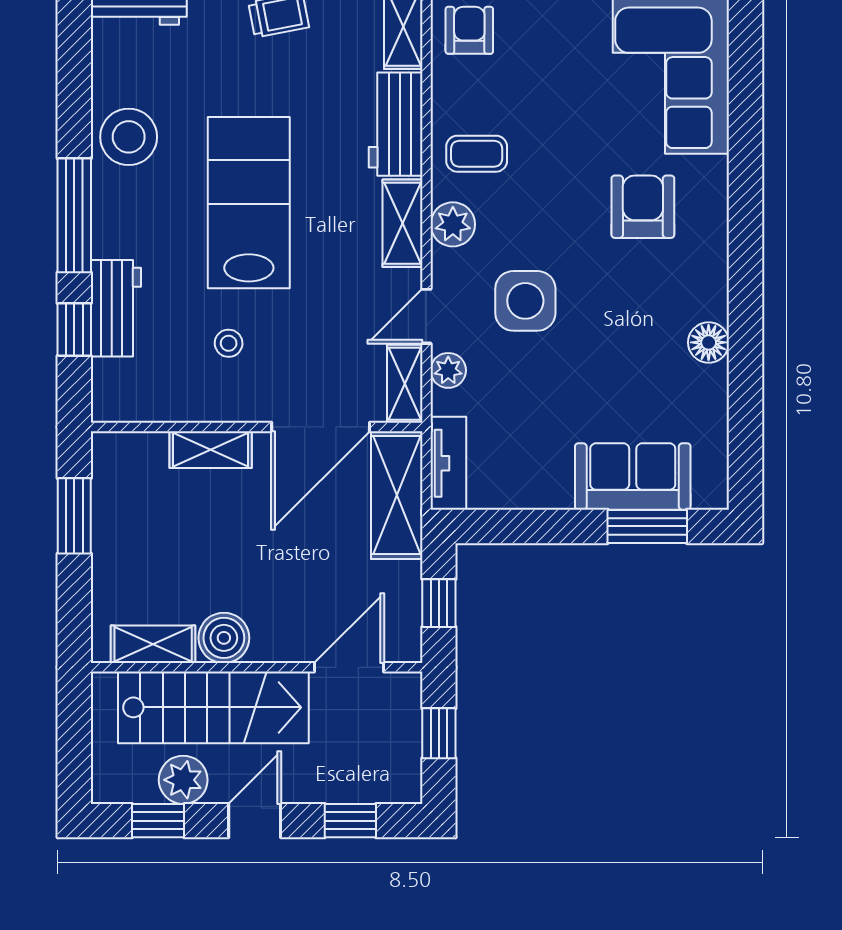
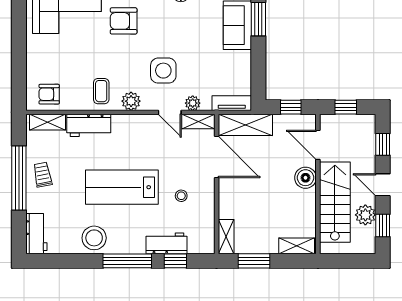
shelving: (403, 223) -> (131, 122), removed
shelving: (211, 450) -> (226, 237), moved
boiler: (224, 638) -> (305, 178), moved
shelving: (153, 644) -> (297, 246), moved, turned 90

